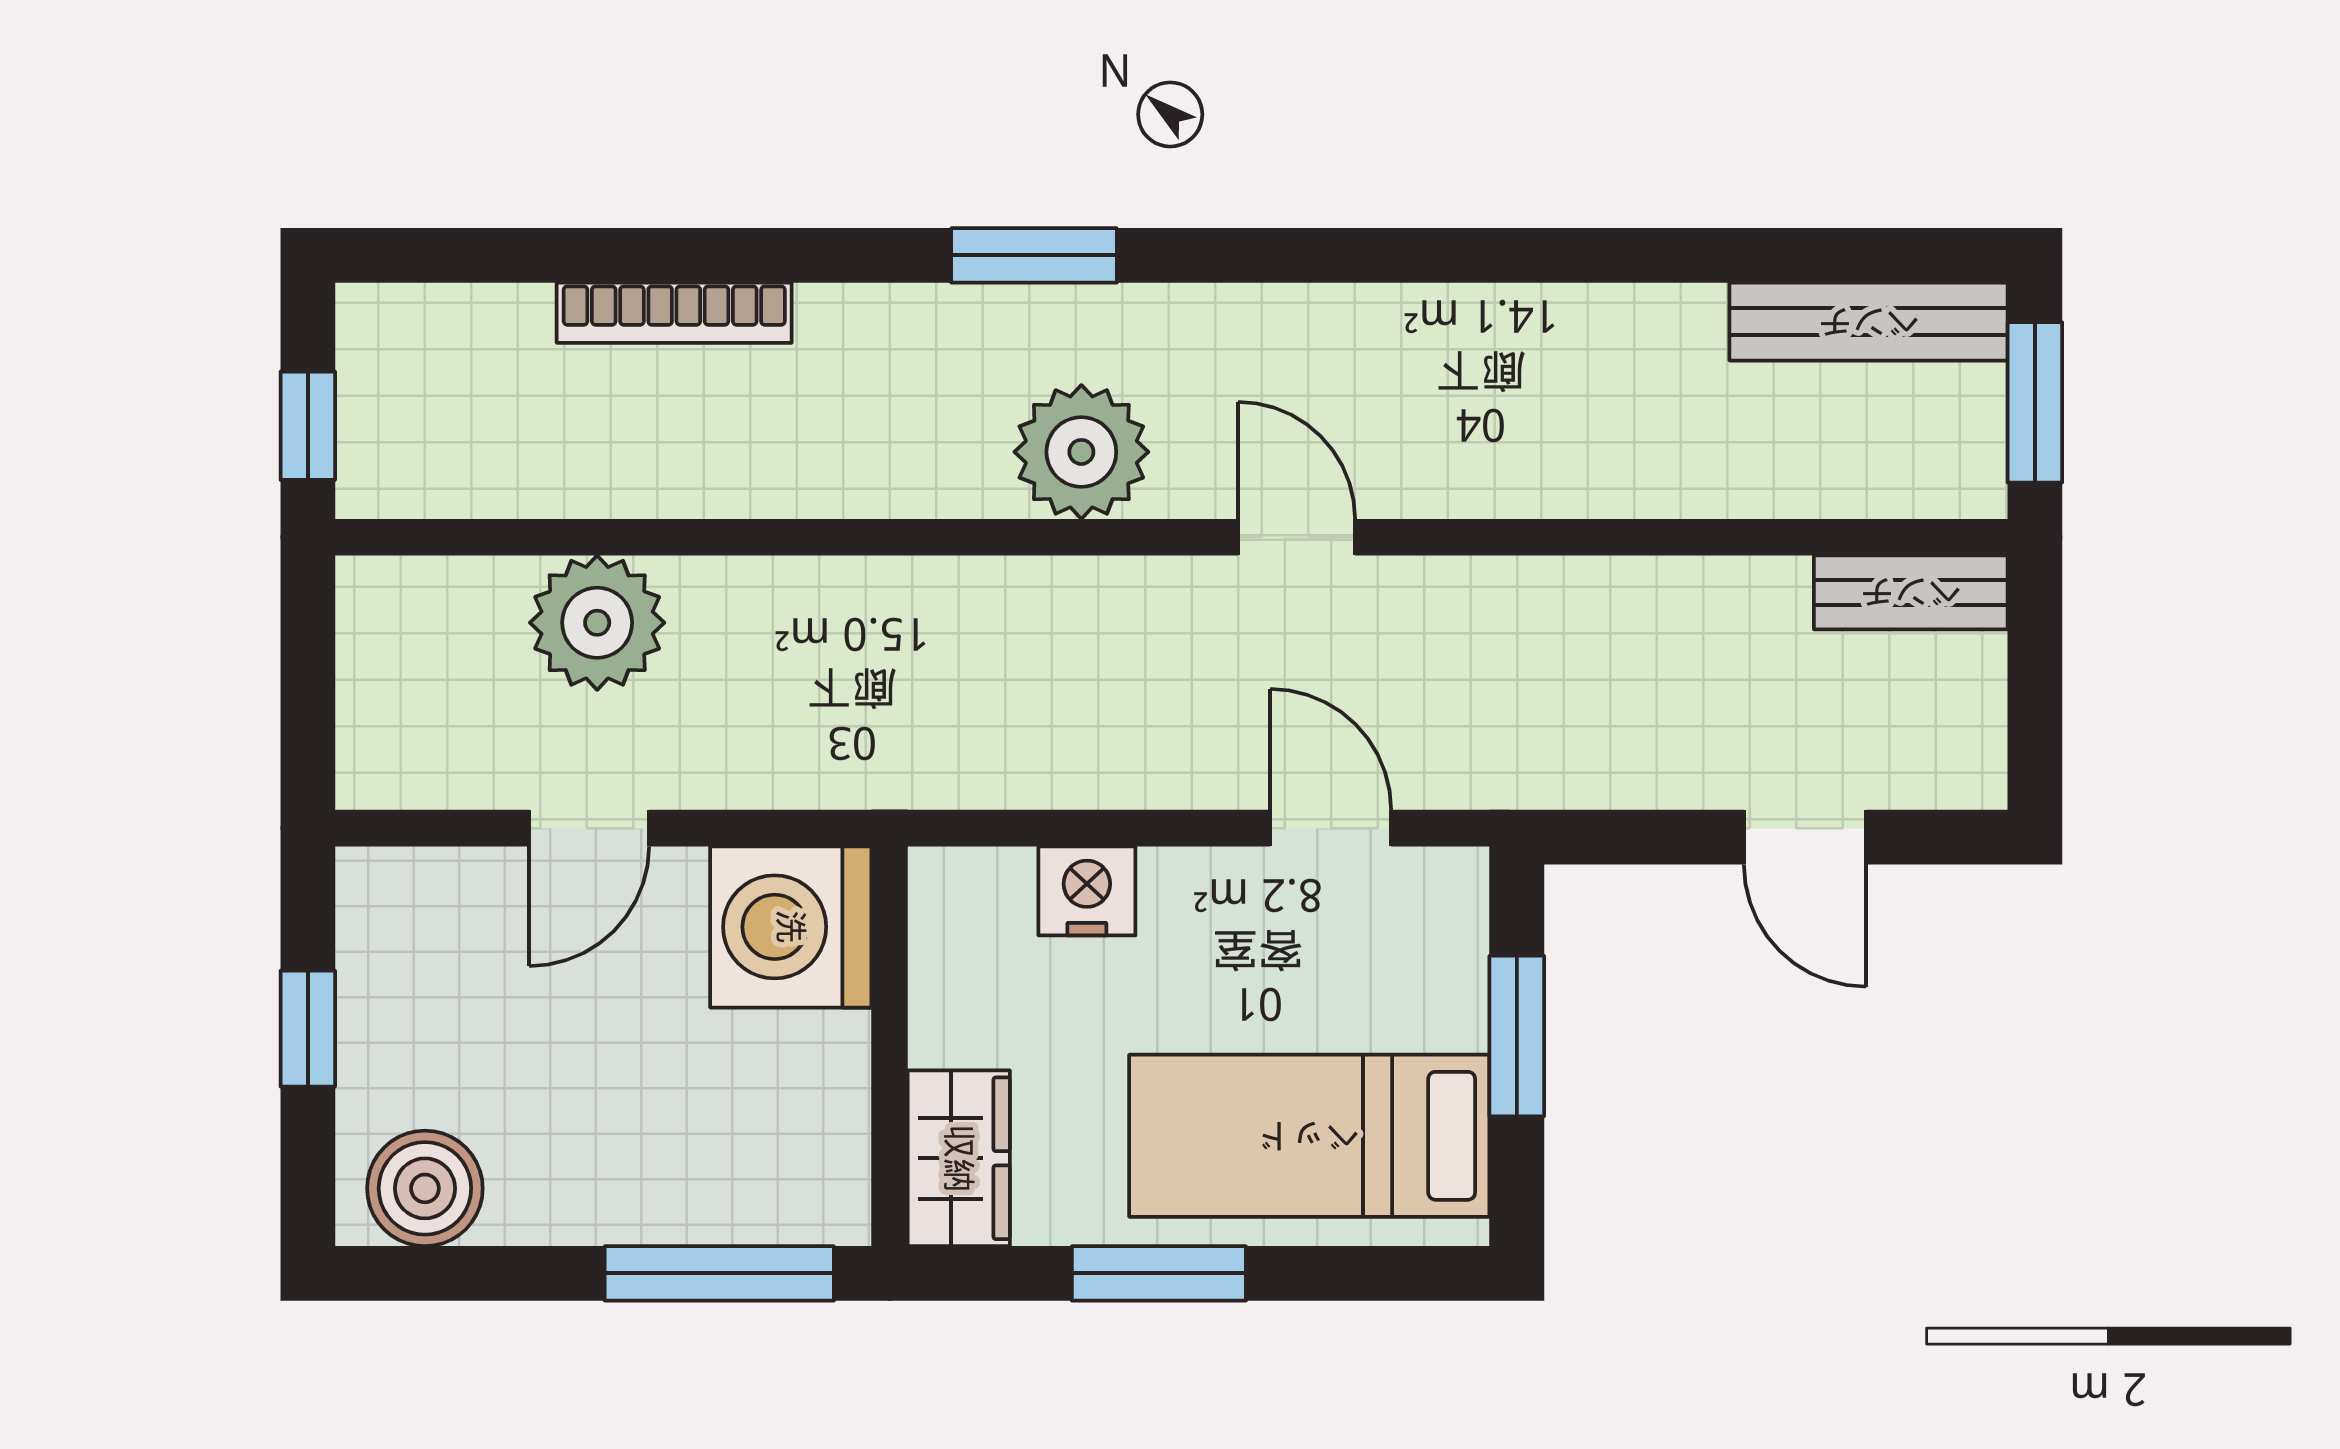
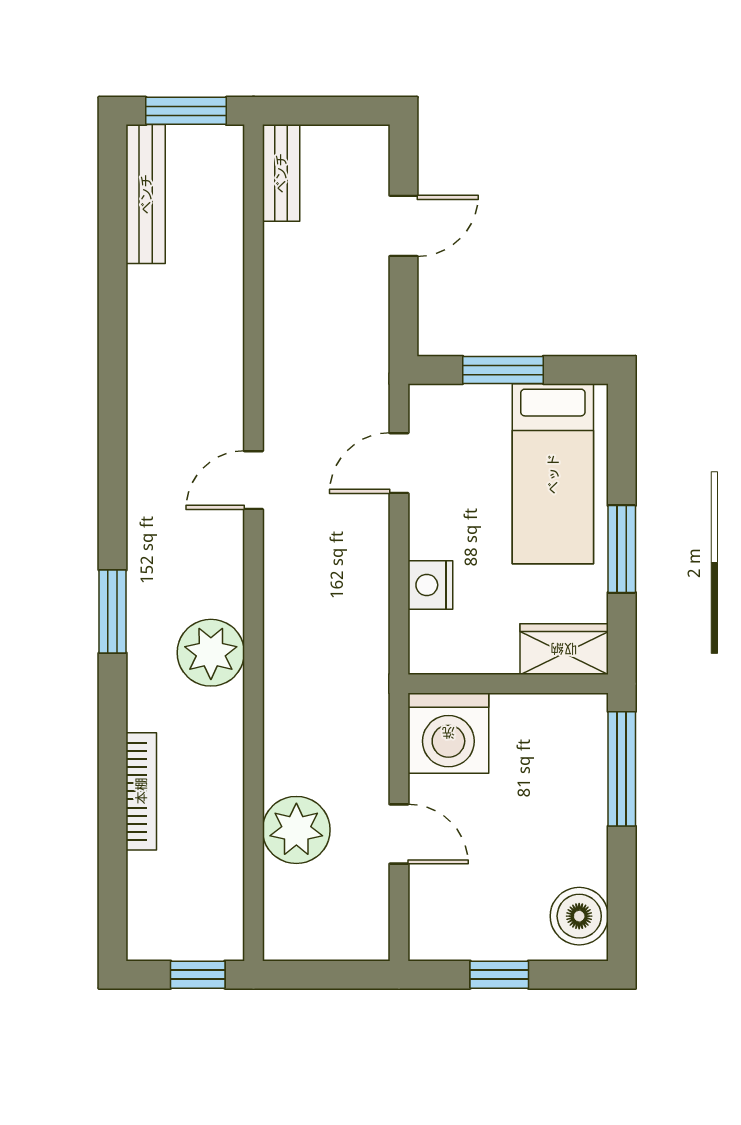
plant: (1081, 452) -> (211, 653), moved

